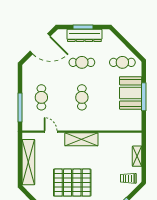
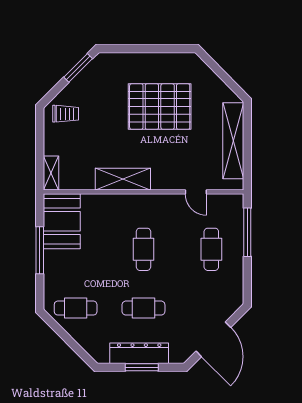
door: (40, 44) -> (213, 339), swing flipped
booth: (131, 93) -> (62, 221), moved
shelving: (81, 139) -> (123, 179), moved
shelving: (137, 156) -> (51, 173), moved

